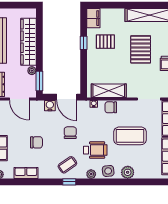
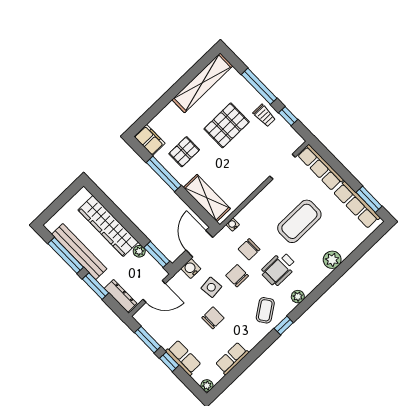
window: (84, 43) -> (164, 174), width x2.17
pallet: (141, 49) -> (227, 125), turned 90
shelving: (109, 91) -> (207, 198), moved, turned 90
door: (67, 97) -> (199, 244), swing flipped
chair: (111, 107) -> (249, 249), moved
wheelchair: (95, 150) -> (279, 269), turned 180
side table: (108, 171) -> (211, 287), moved

